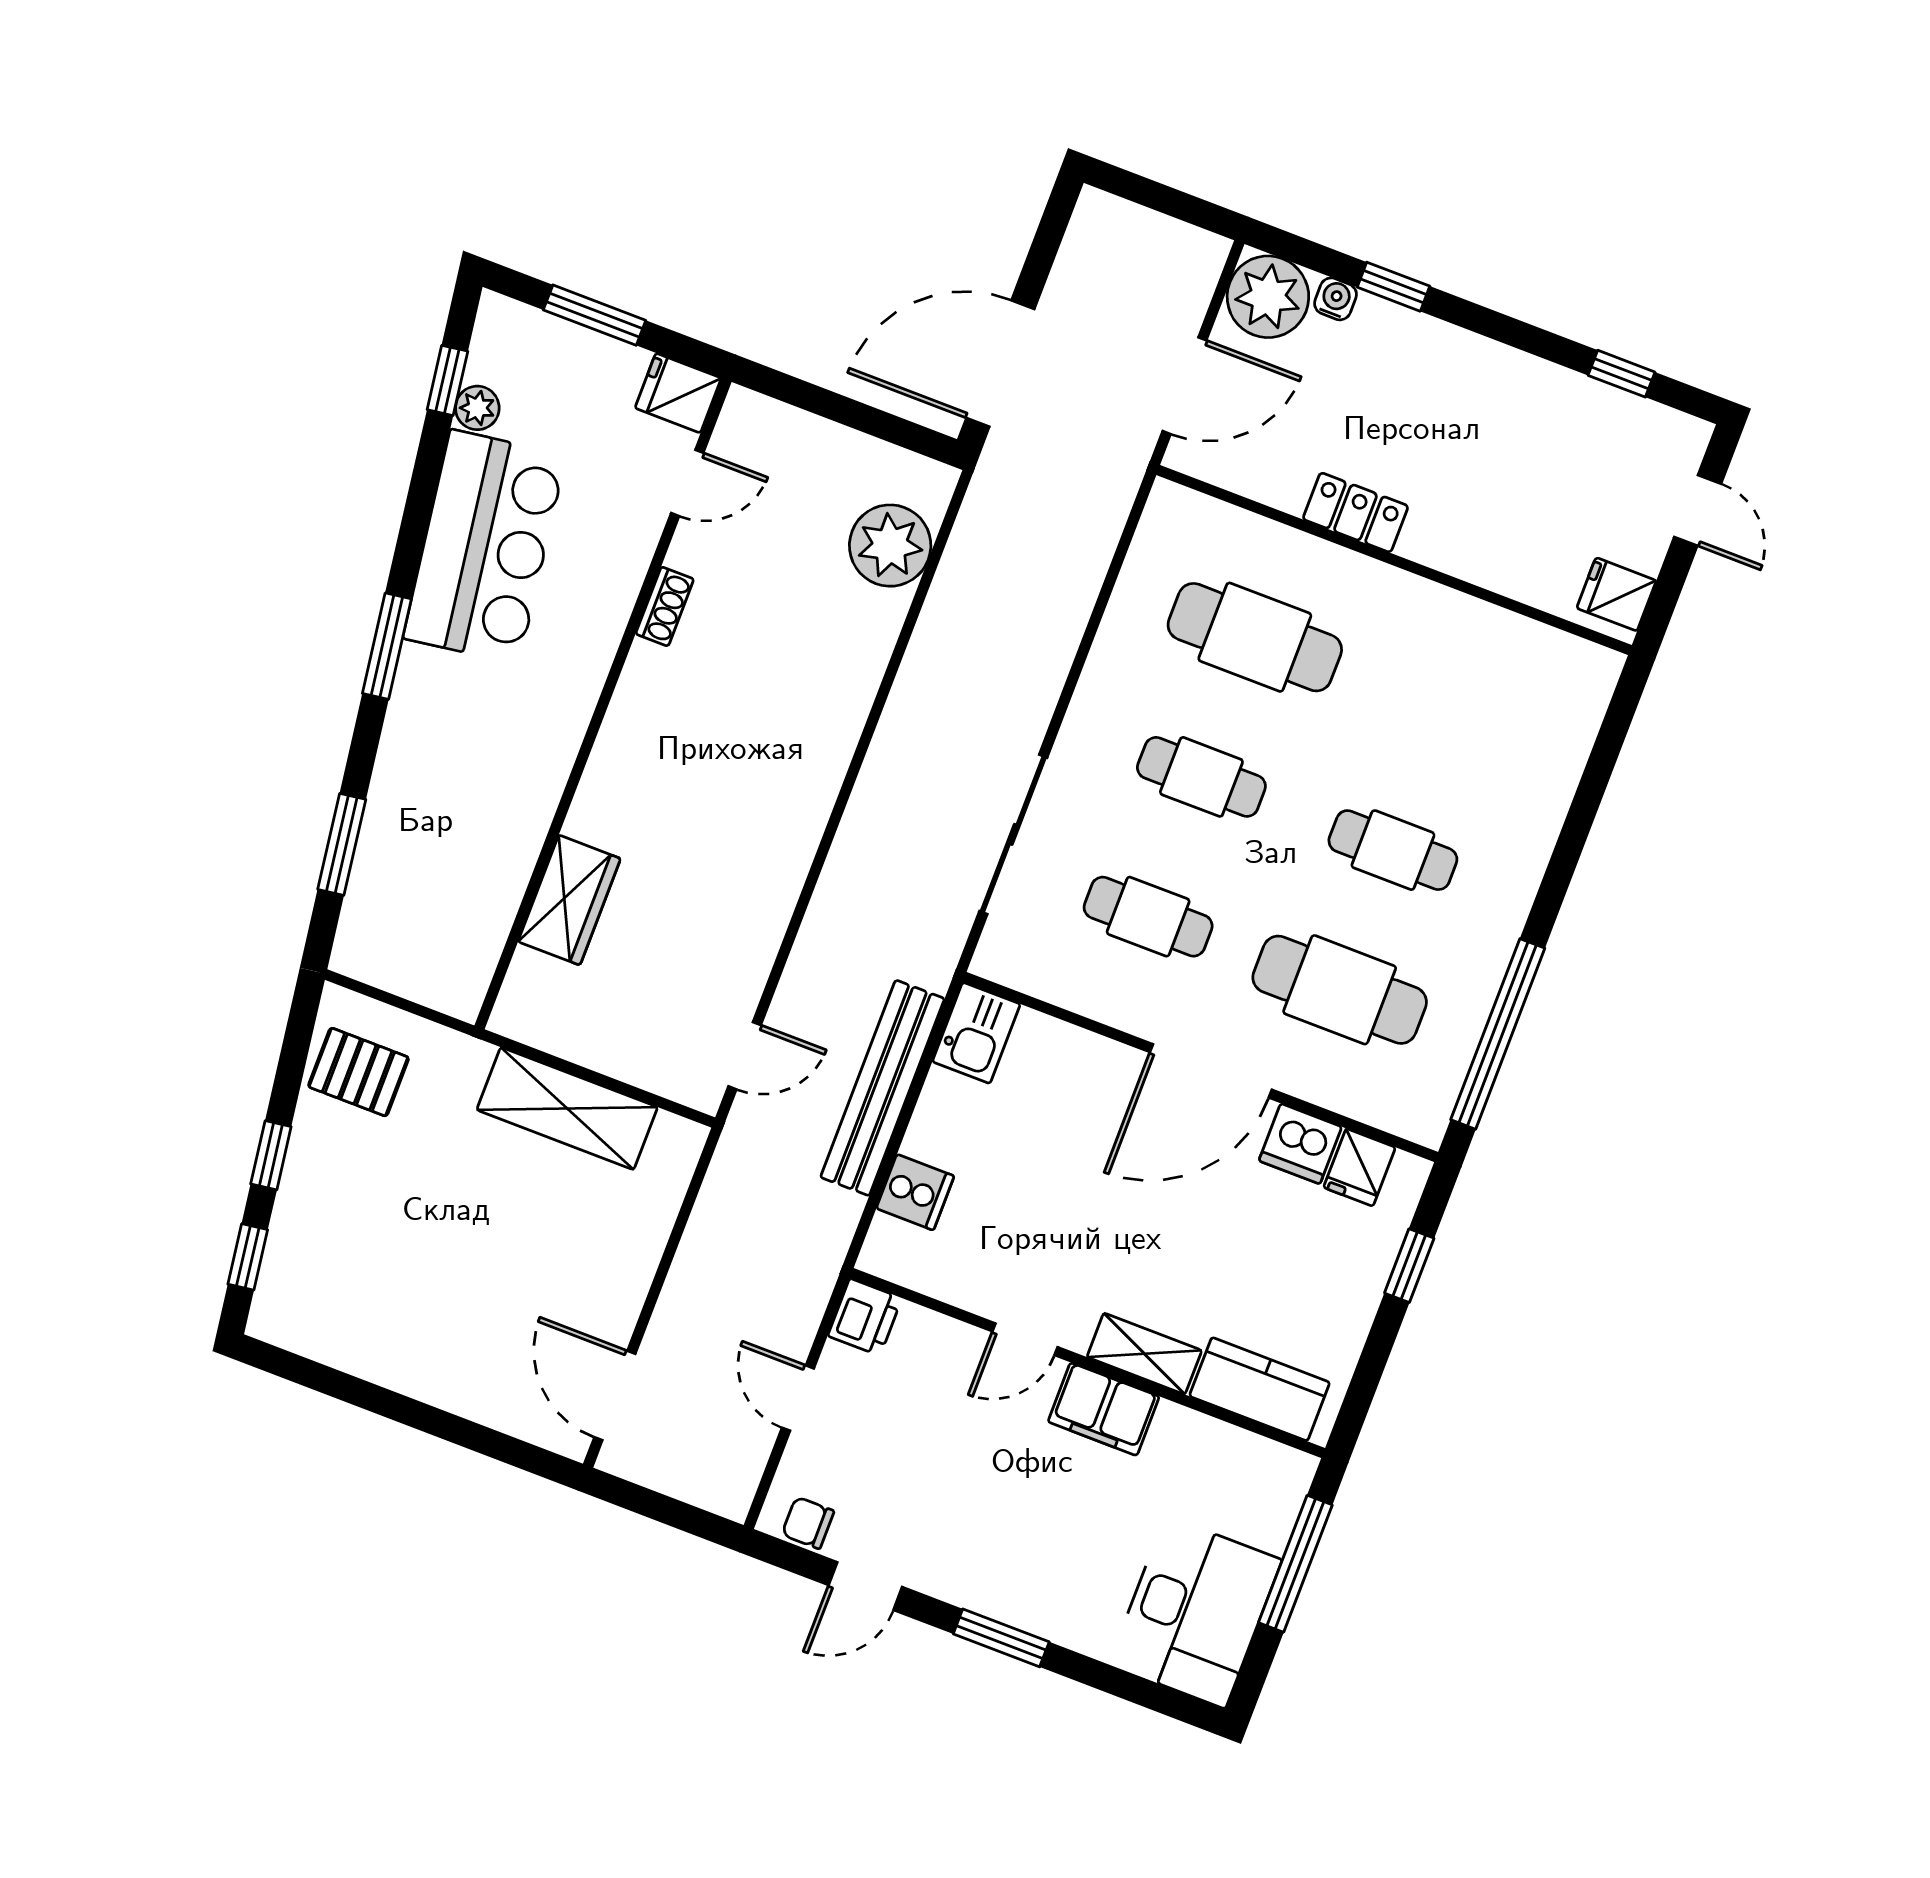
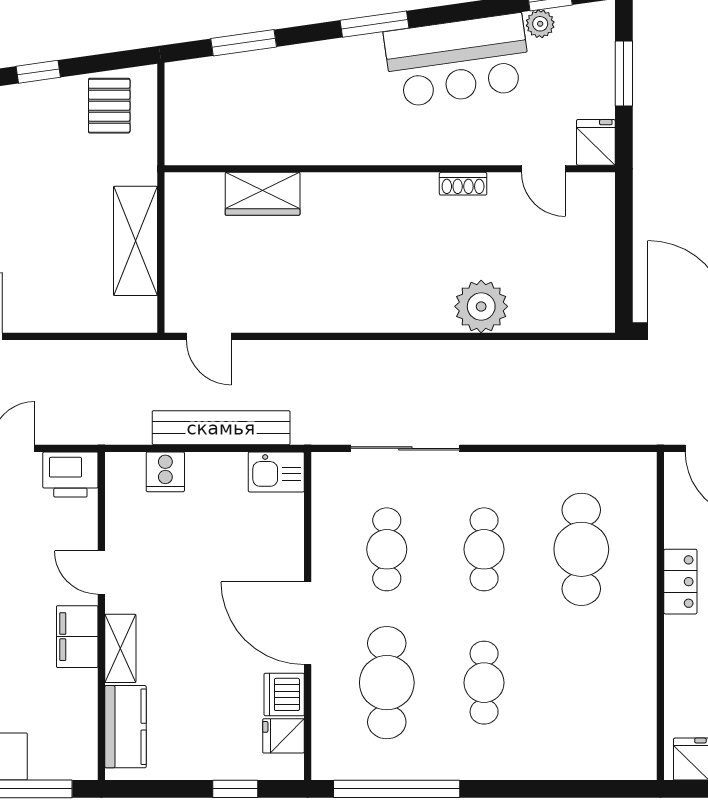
plant: (890, 546) -> (481, 306), moved
printer: (865, 1317) -> (70, 475), width x1.36, depth x1.24

